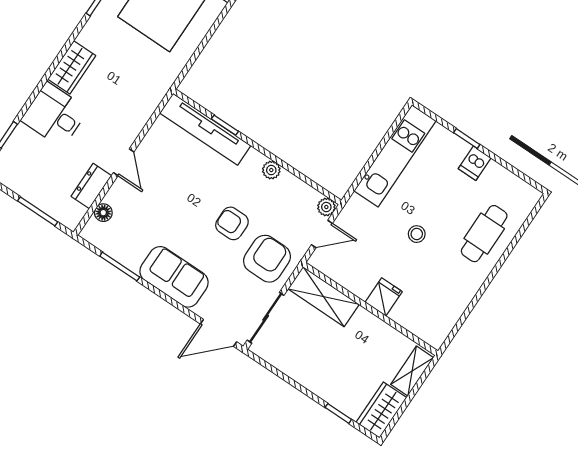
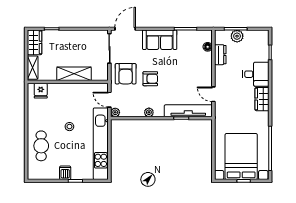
kitchen unit: (395, 156) -> (101, 144), width x1.36
door: (124, 162) -> (213, 94), moved
plant: (43, 198) -> (237, 36), added
door: (322, 234) -> (109, 100), hinge flipped
shelving: (324, 297) -> (74, 74), moved
fridge: (384, 297) -> (41, 91), moved

